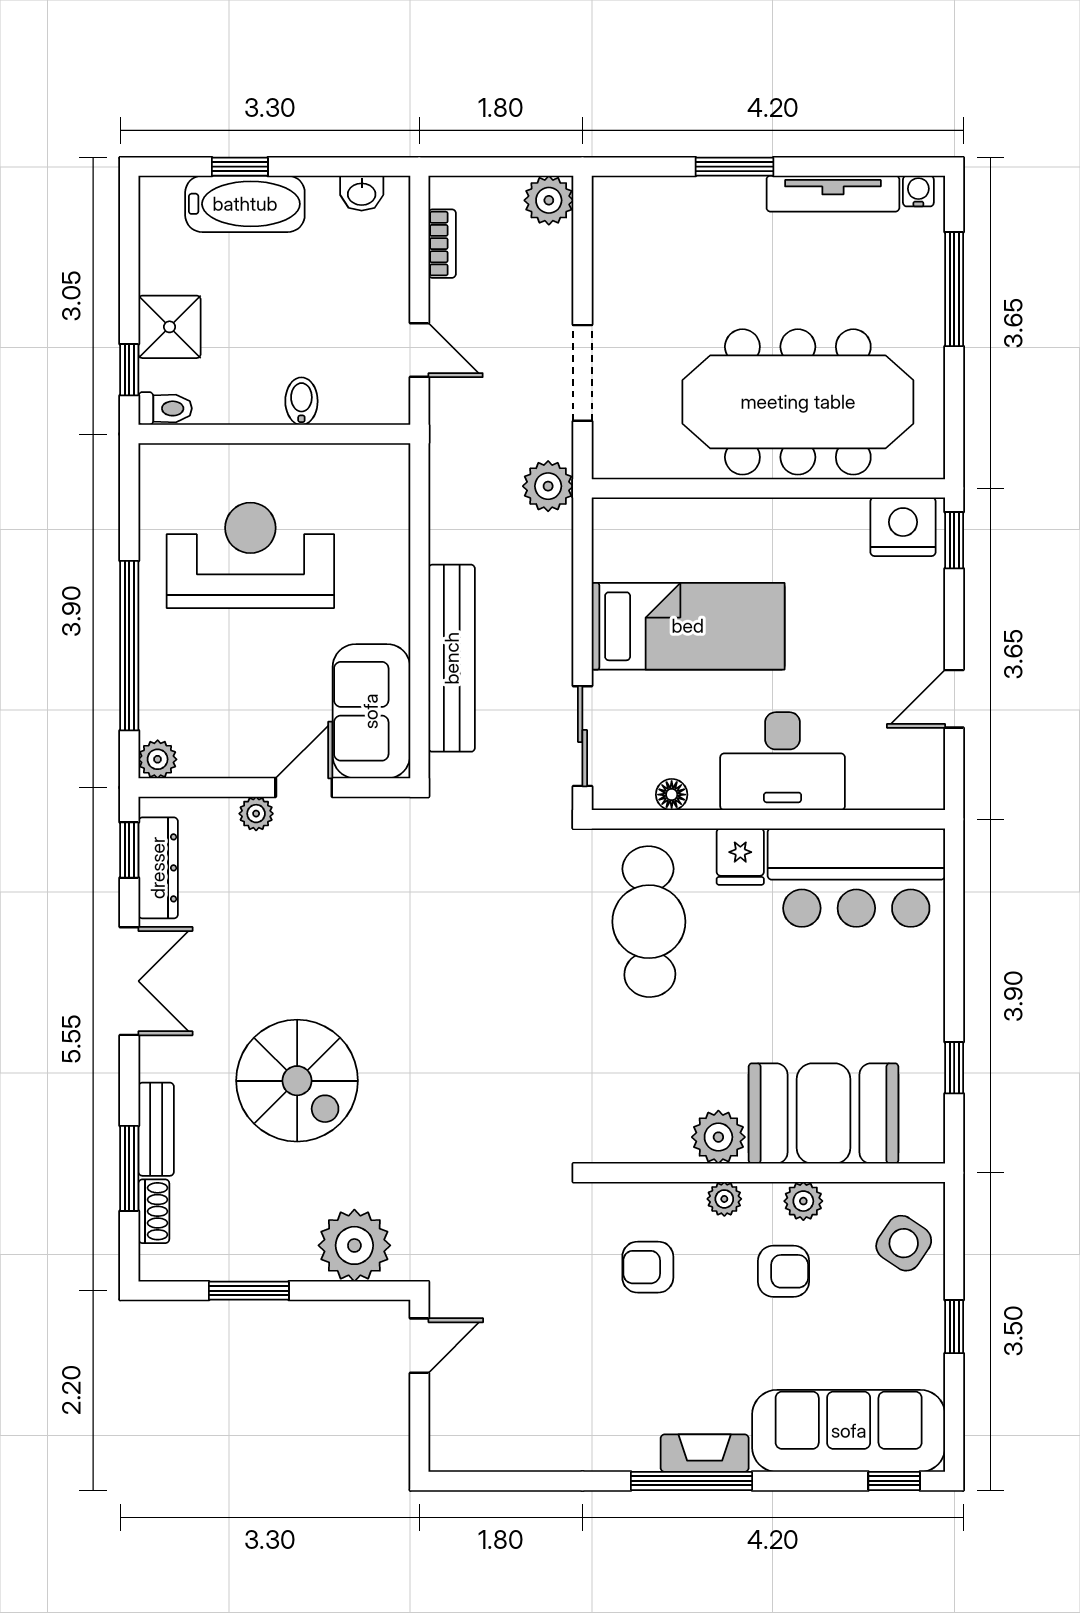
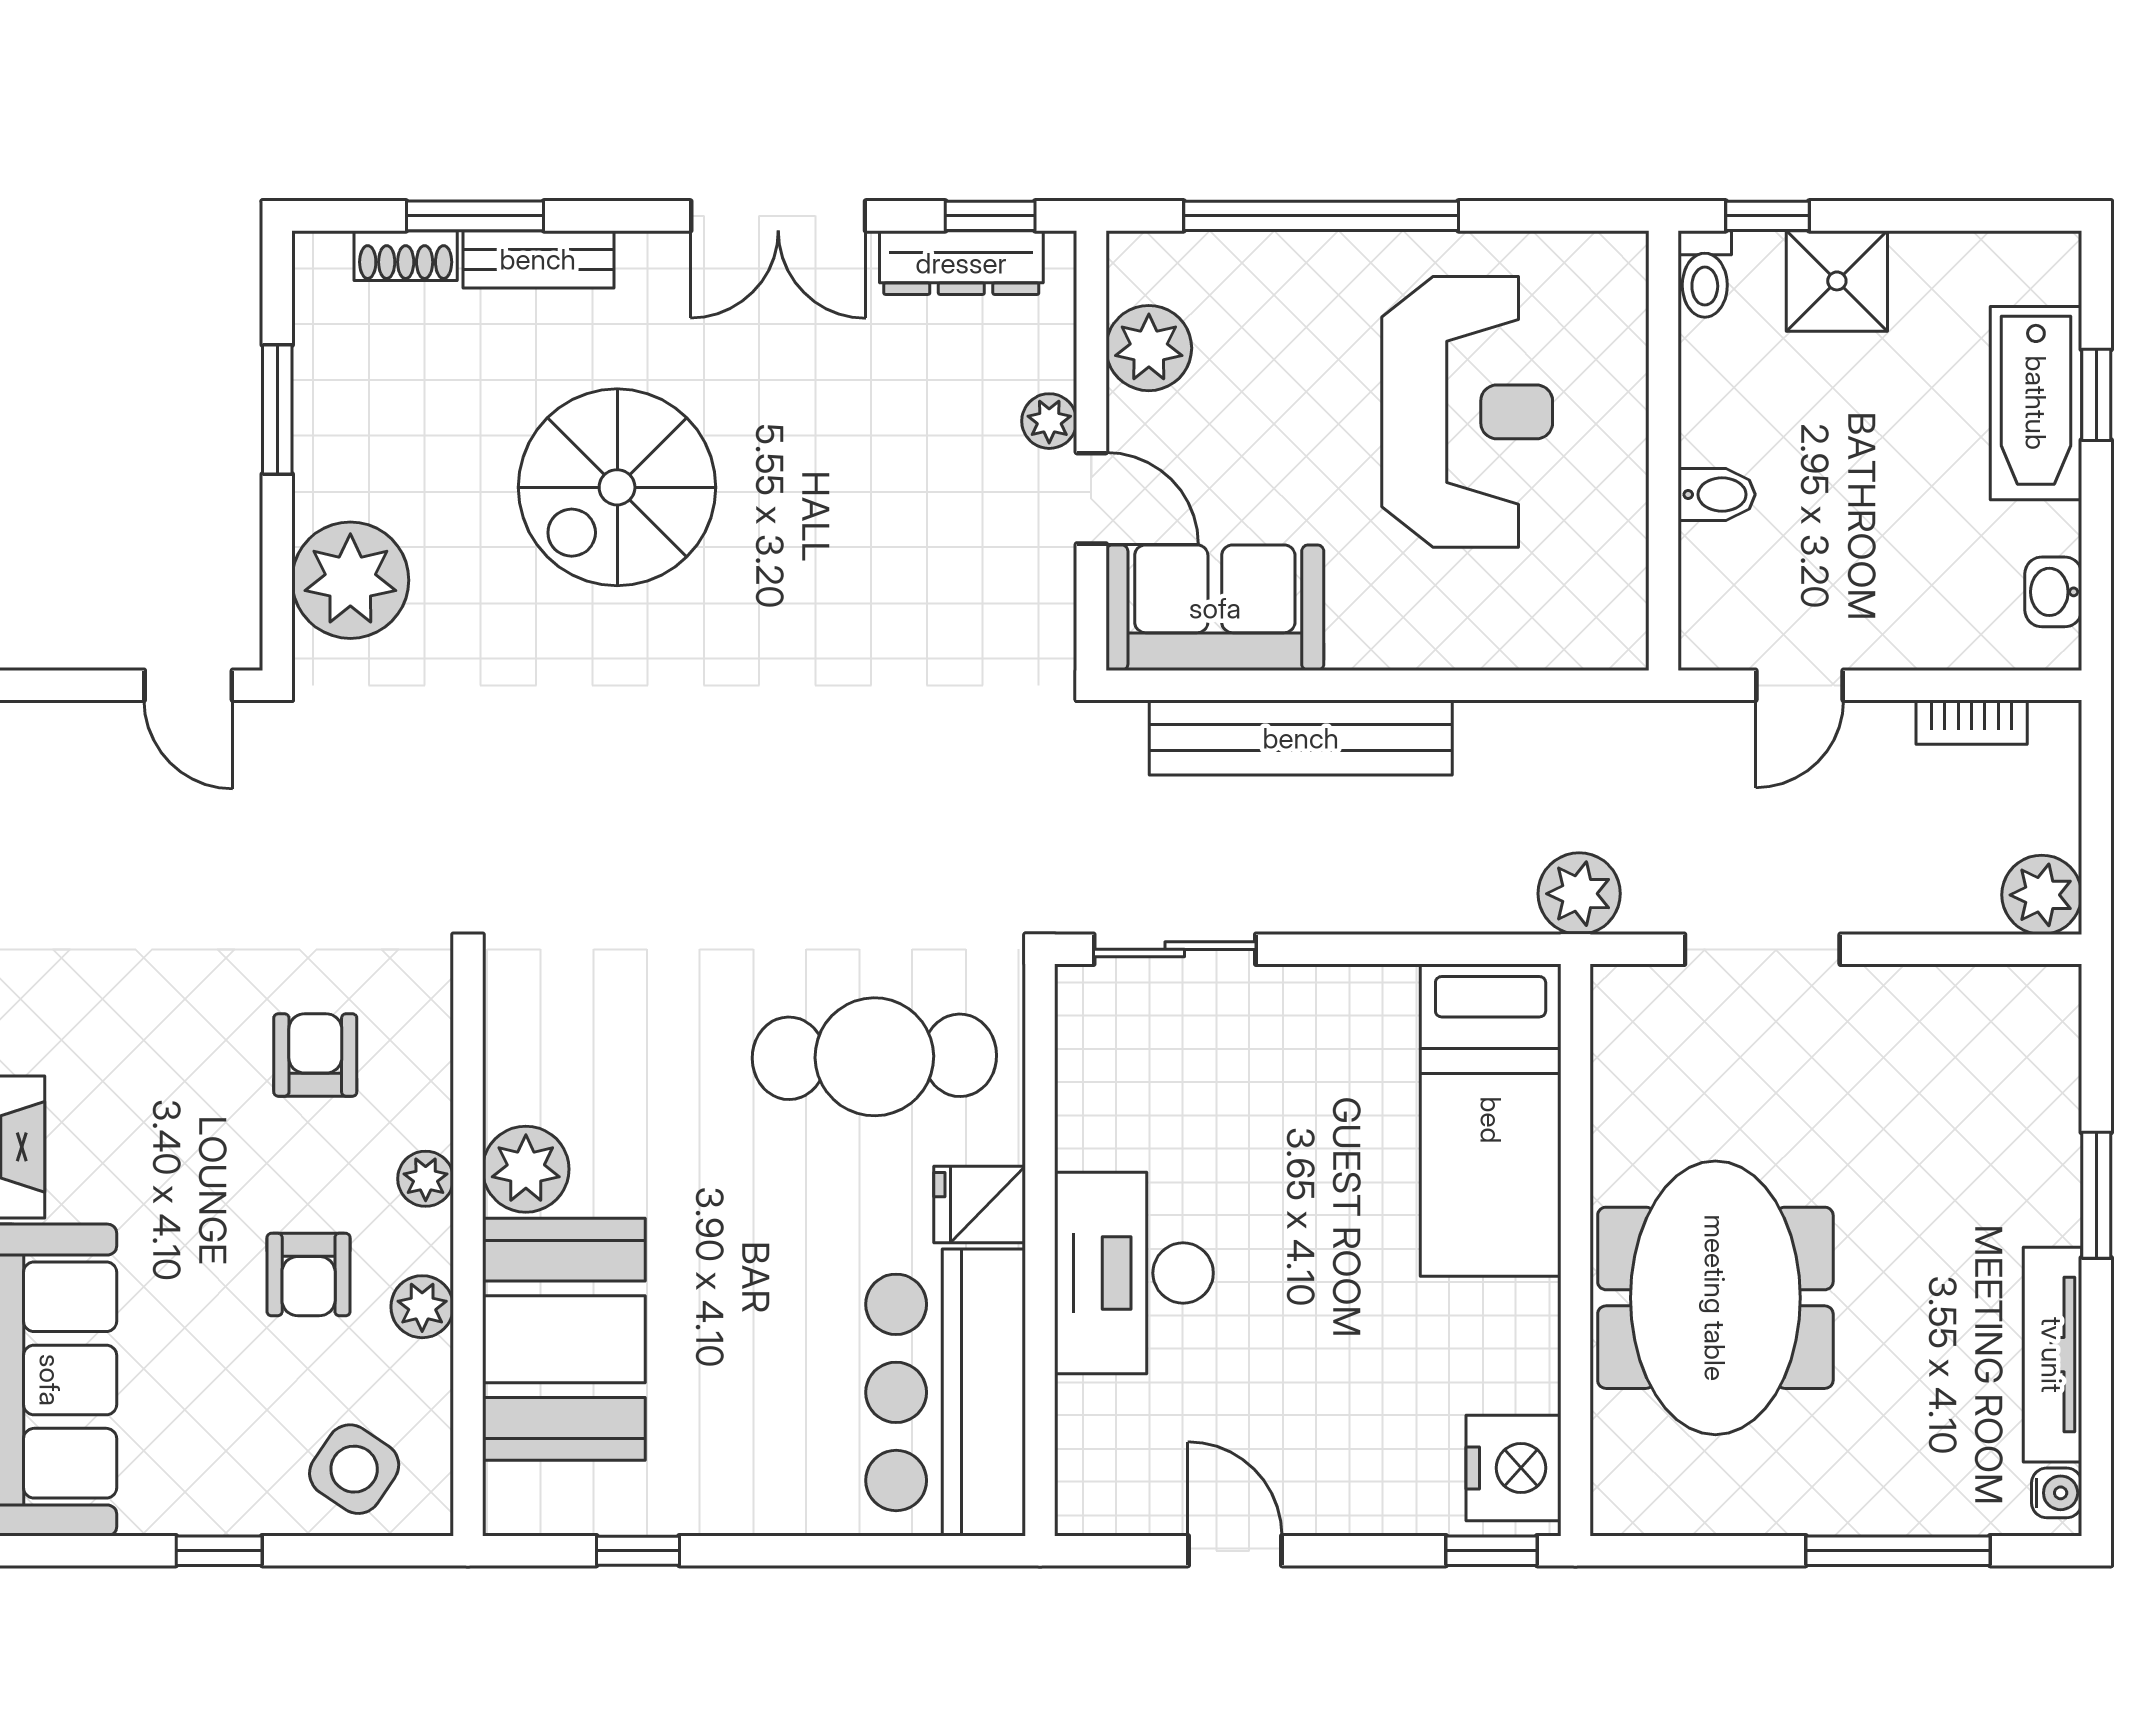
meeting table: (798, 402) -> (1715, 1298), width x0.73
bed: (688, 626) -> (1491, 1120), moved
plant: (158, 759) -> (1149, 348), moved, width x1.38, depth x1.38
floor lamp: (672, 795) -> (1080, 1094), removed

